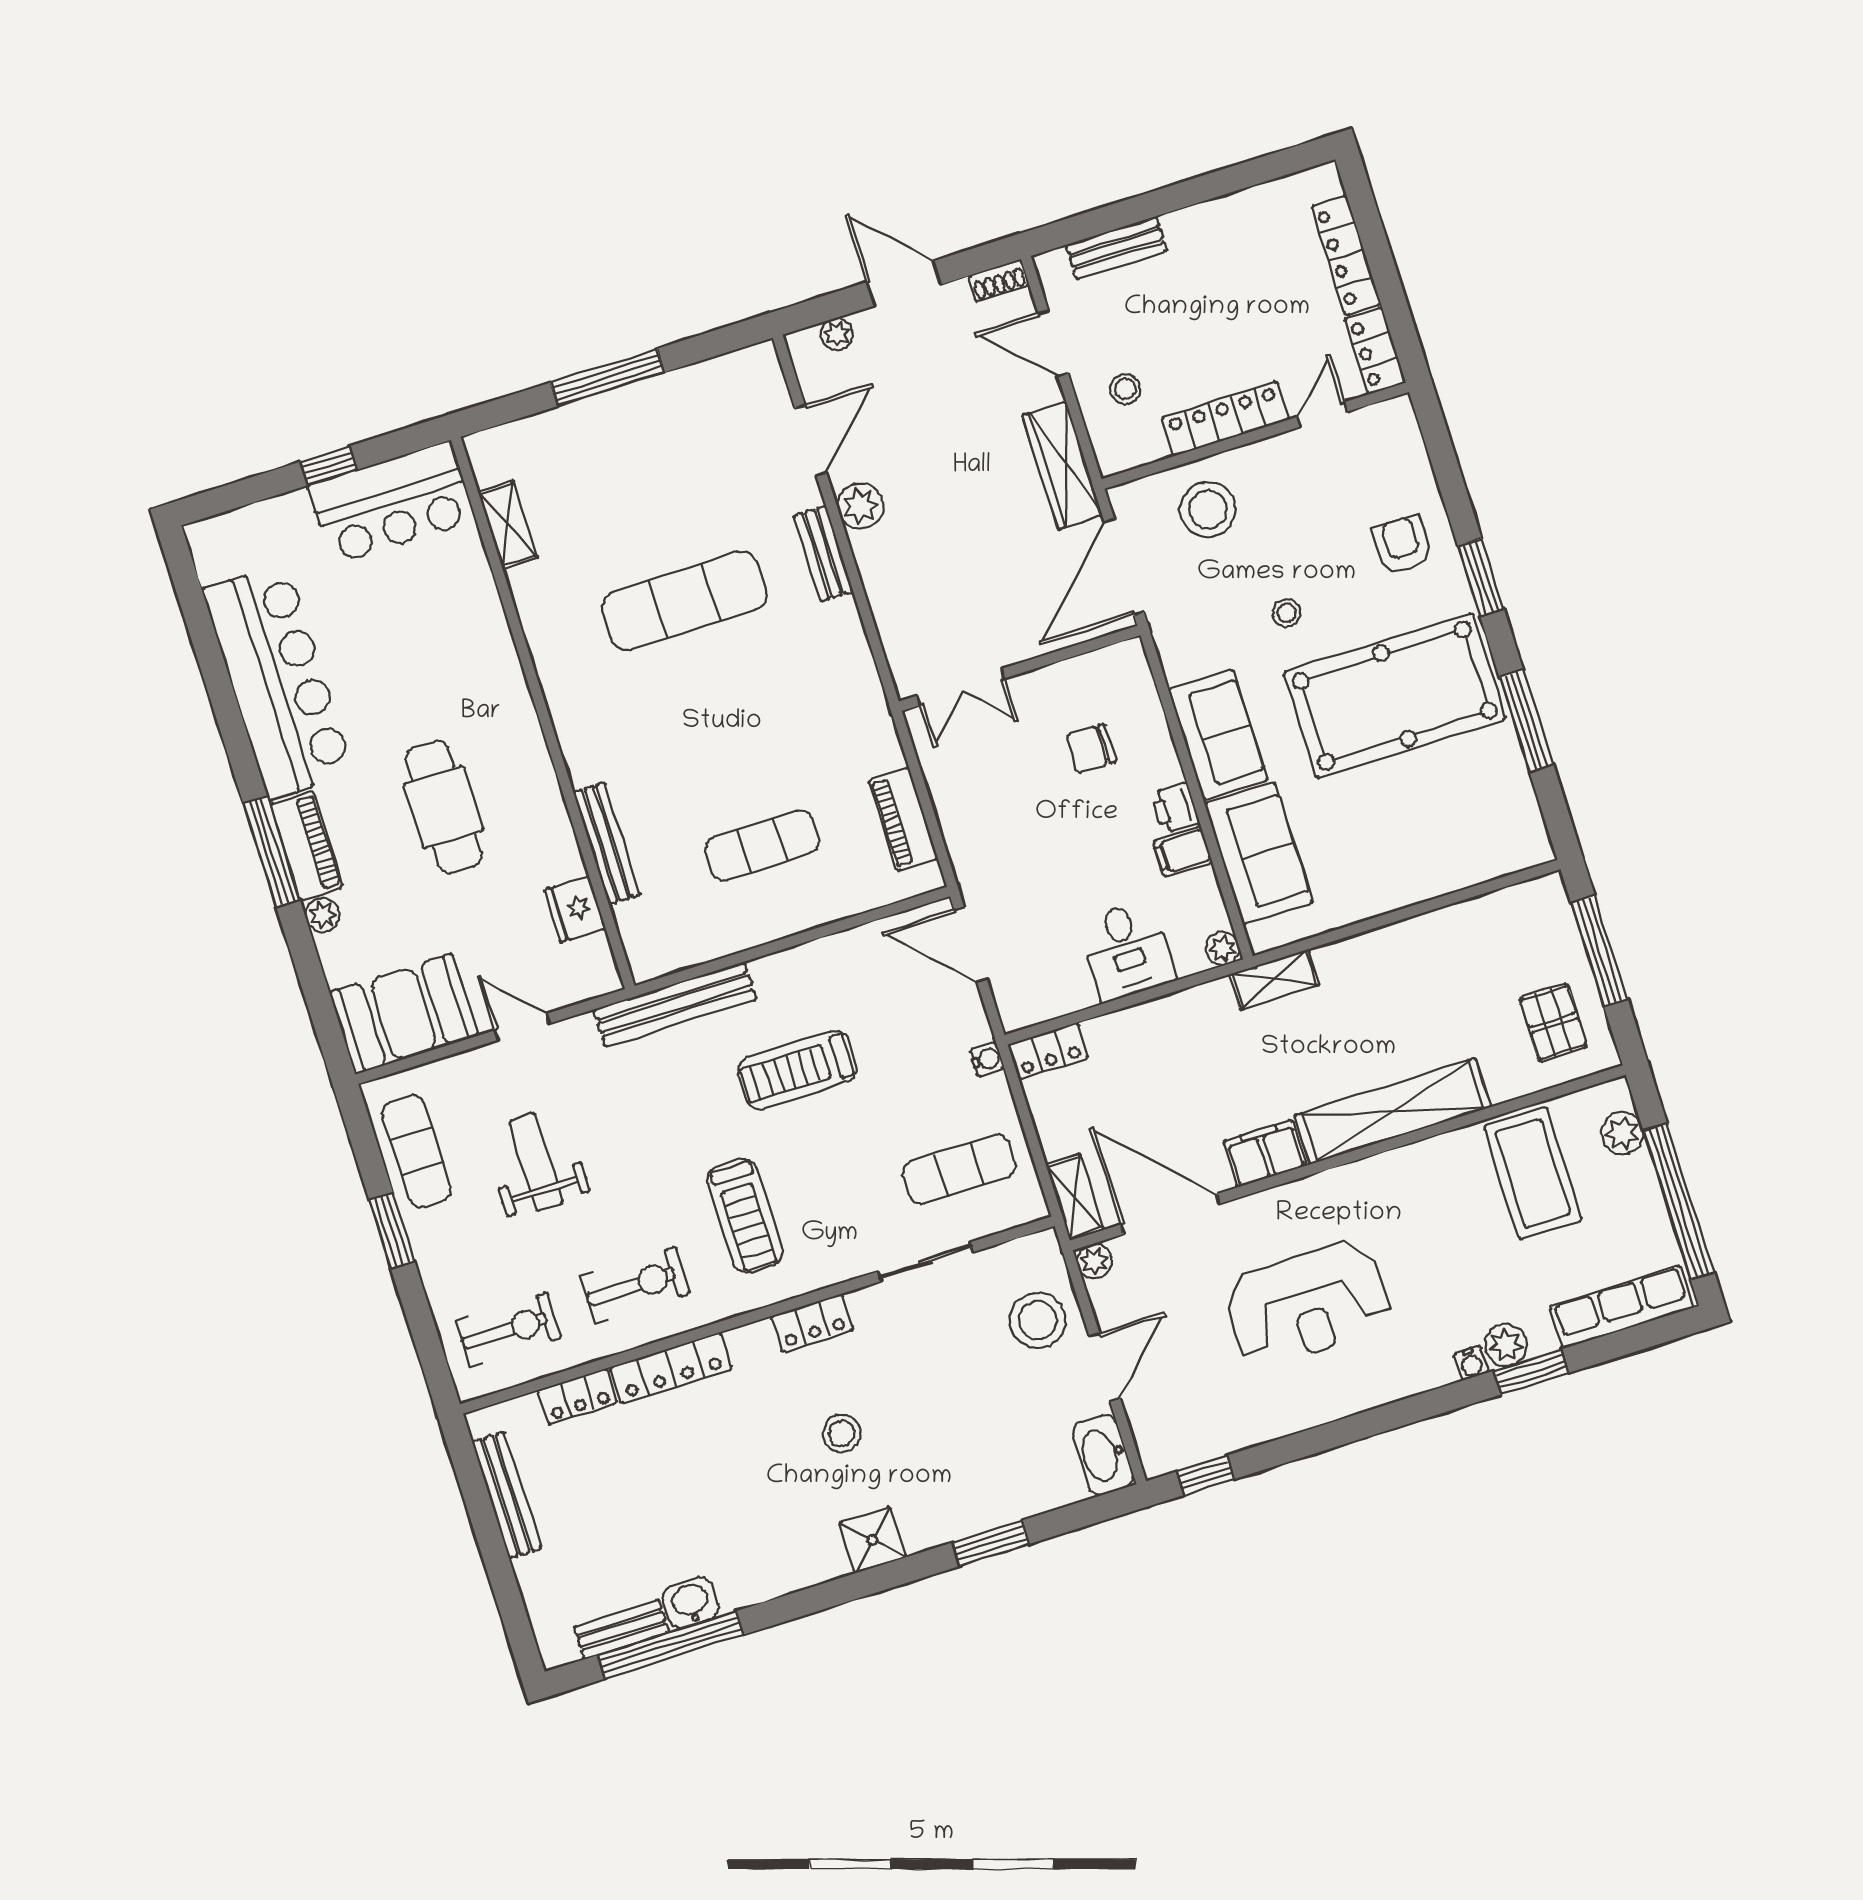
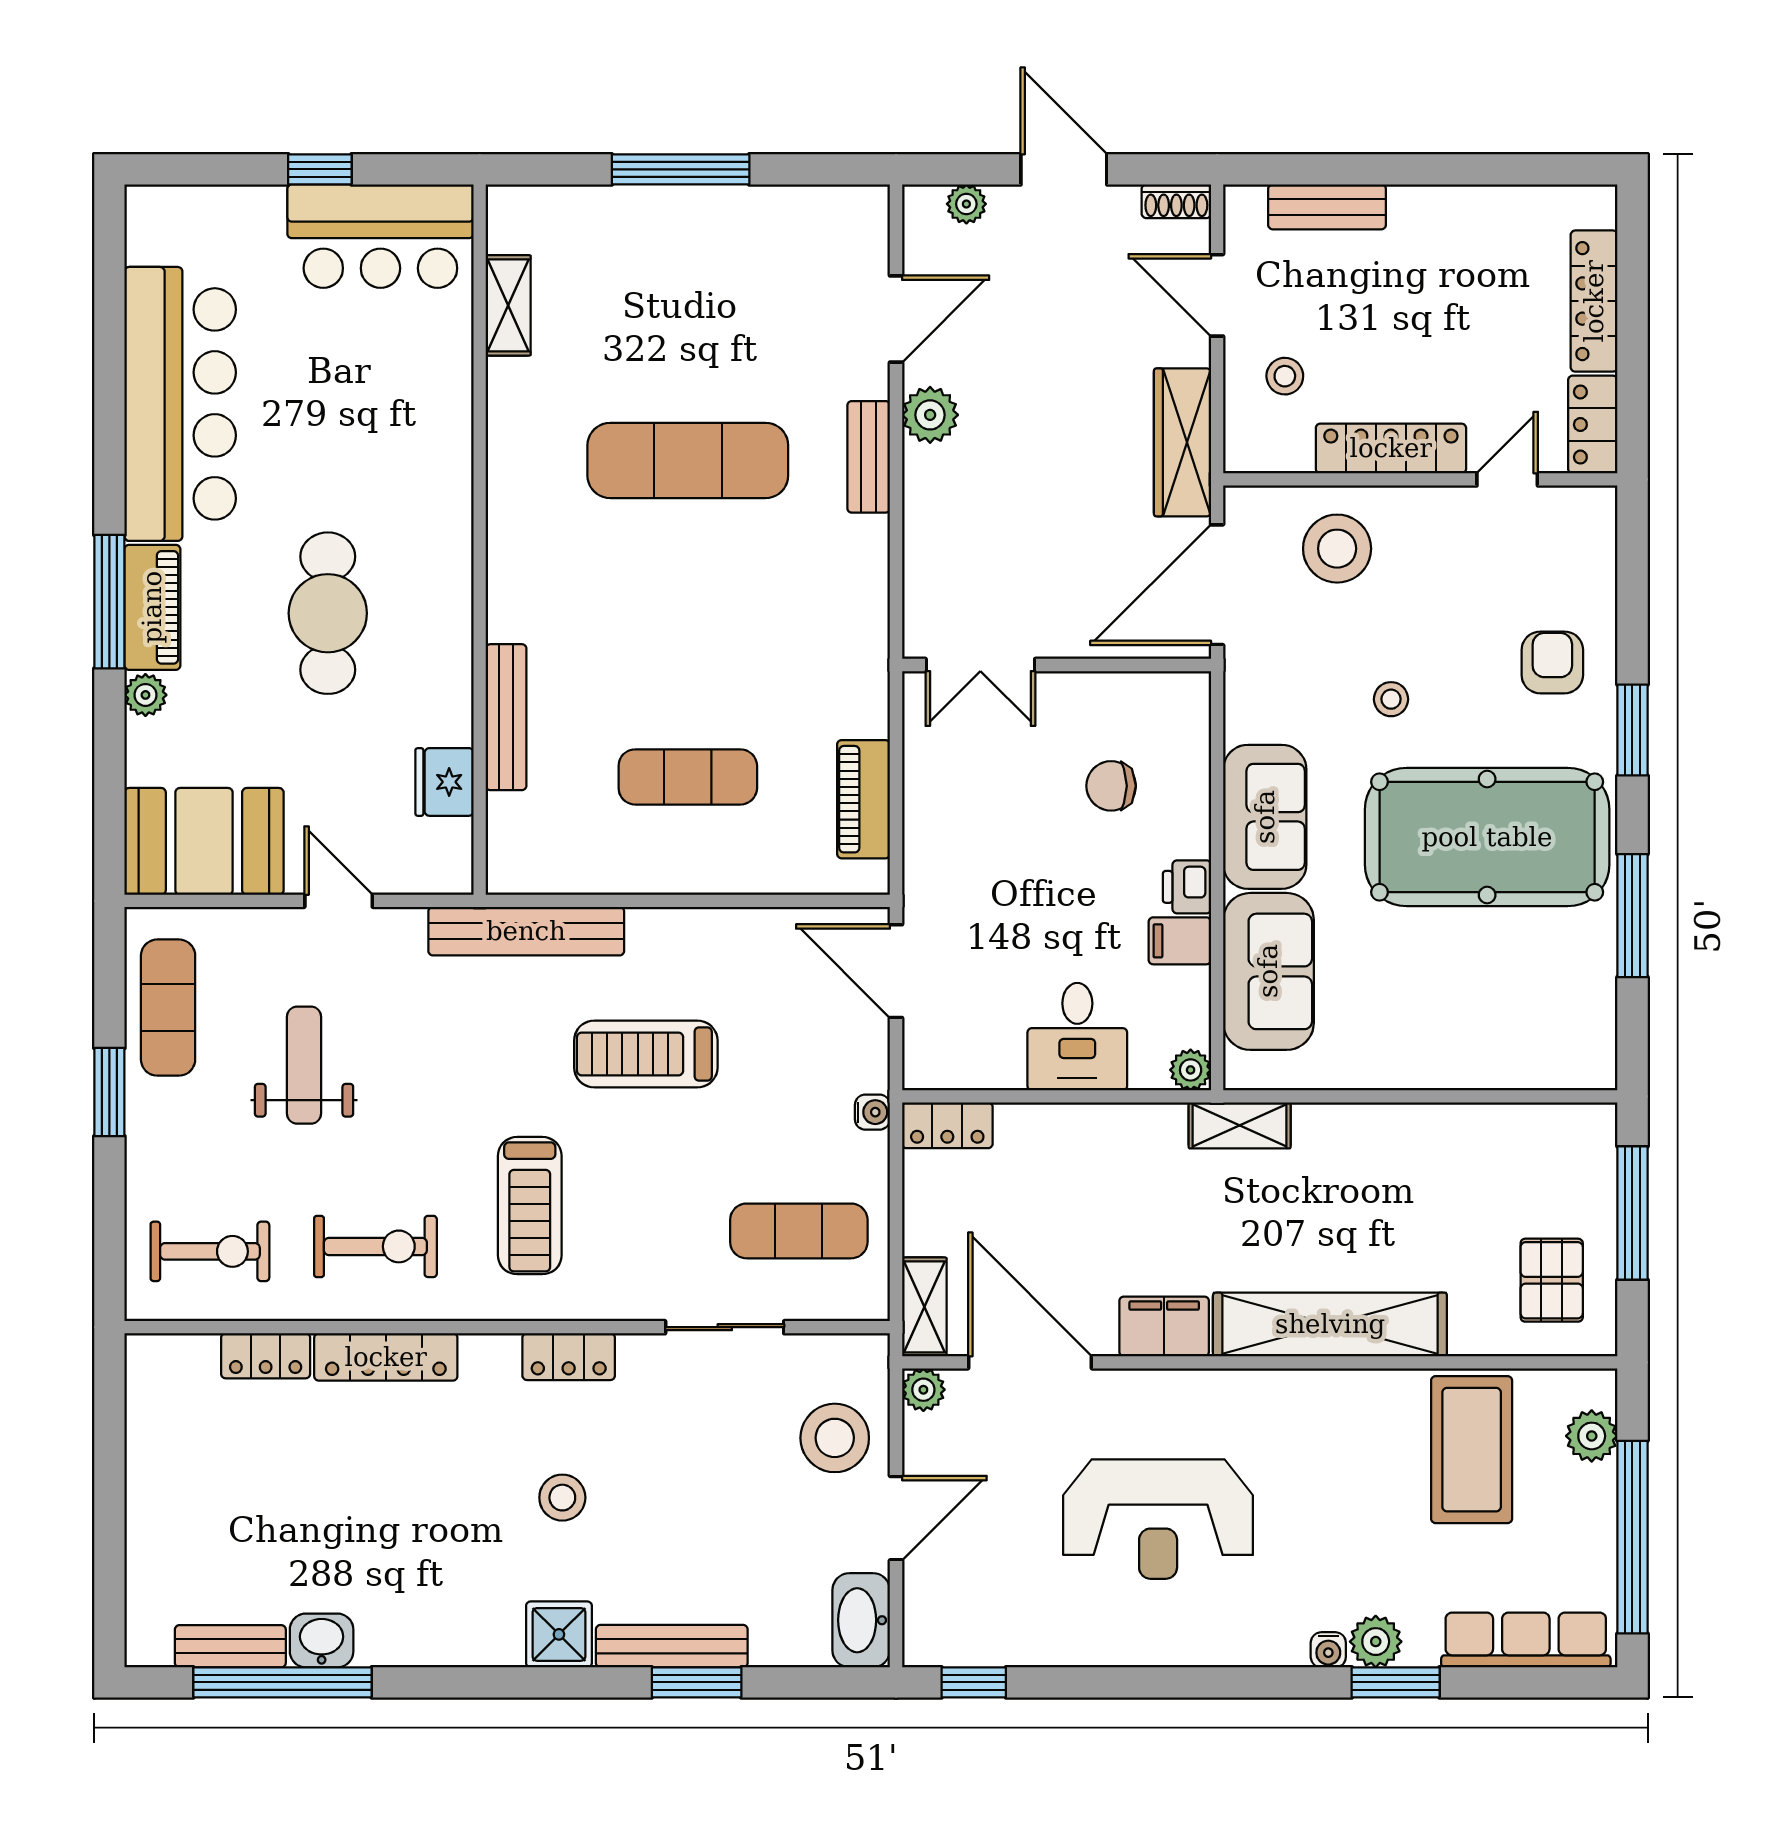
bench: (507, 1495) -> (672, 1646), moved, turned 90

